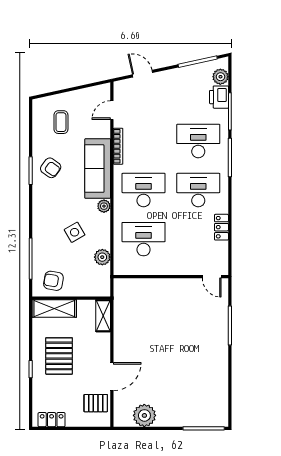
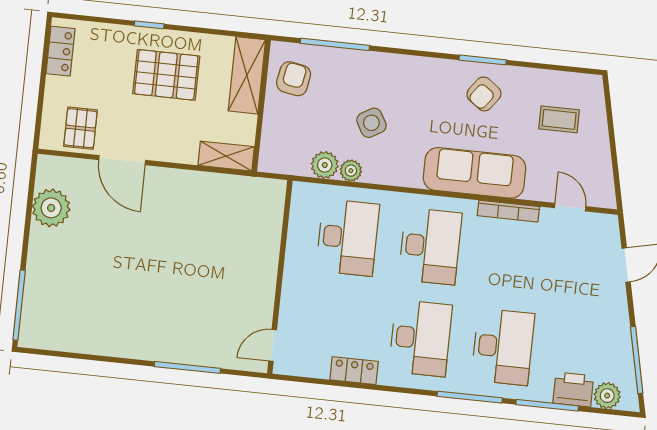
plant: (104, 206) -> (351, 171), moved

